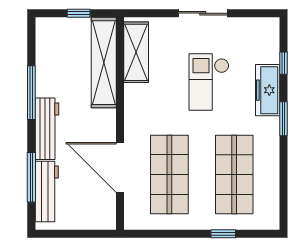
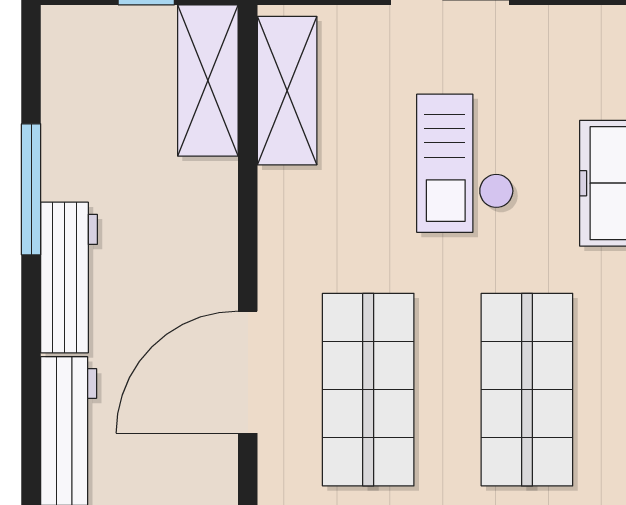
shelving: (104, 63) -> (208, 80), width x0.68
door: (120, 167) -> (248, 372), hinge flipped
window: (31, 177) -> (31, 396), removed

